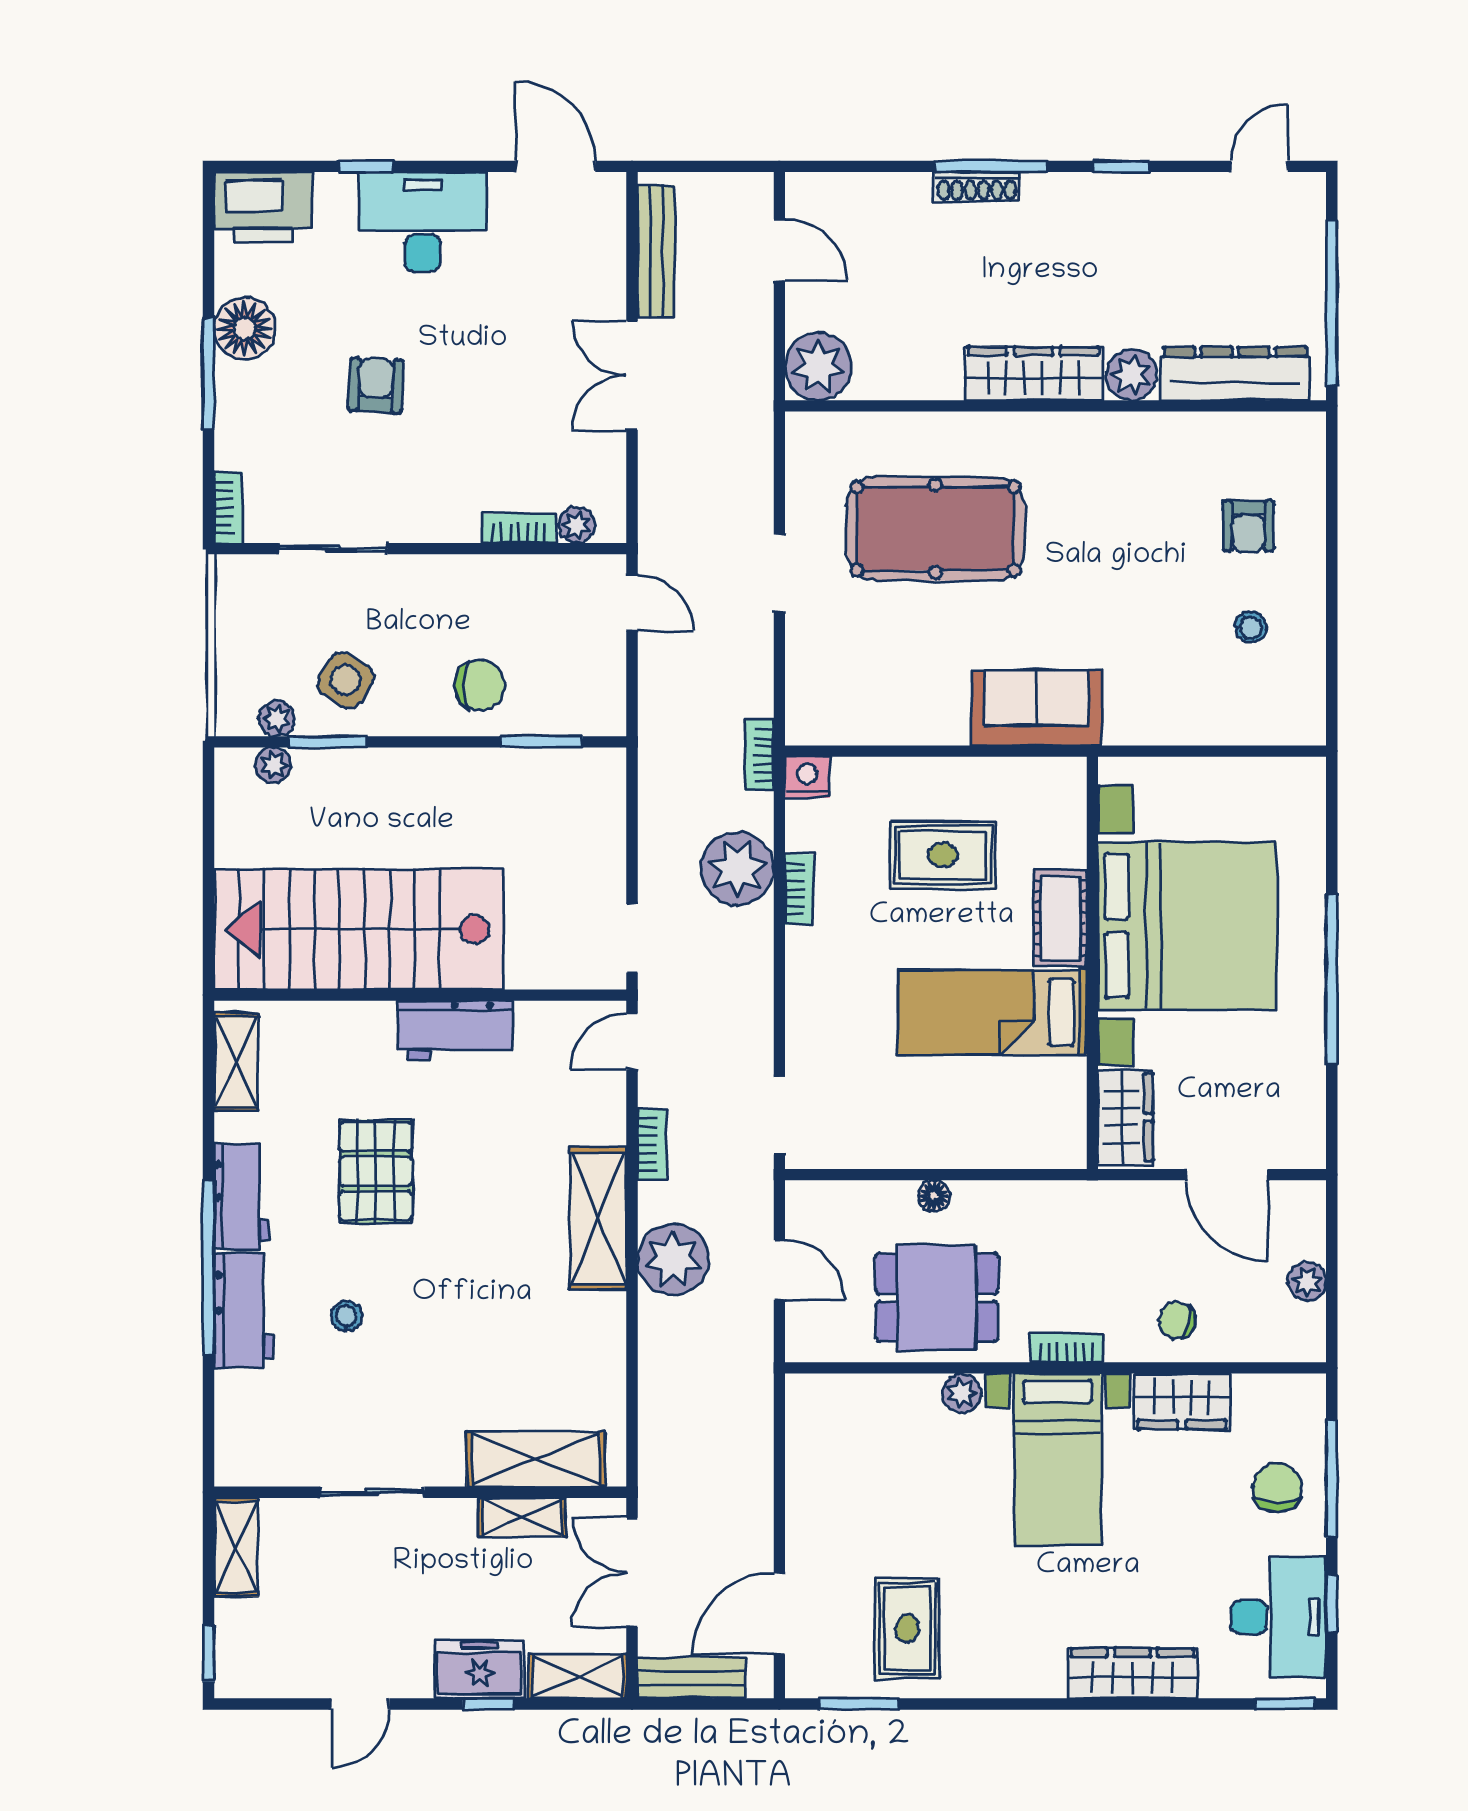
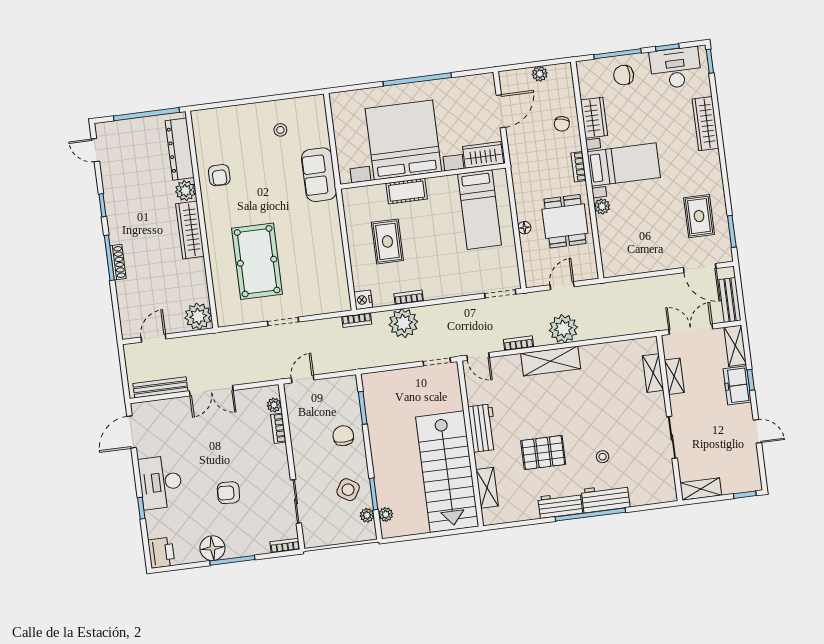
printer: (263, 207) -> (161, 553), width x0.73, depth x0.84
armchair: (1248, 526) -> (219, 175), moved, turned 90
sofa: (1036, 708) -> (319, 175), moved
bed: (992, 1012) -> (480, 210), moved
shelving: (236, 1062) -> (487, 488), moved, turned 90
shelving: (536, 1459) -> (653, 373), width x0.67, depth x0.75
double door: (632, 1572) -> (691, 329), swing flipped
rug: (907, 1628) -> (699, 216), turned 90

